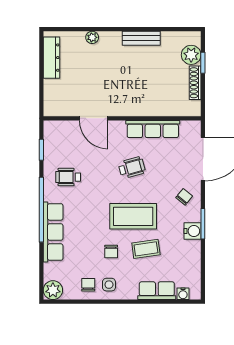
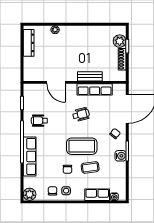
bench: (141, 38) -> (90, 76), moved

